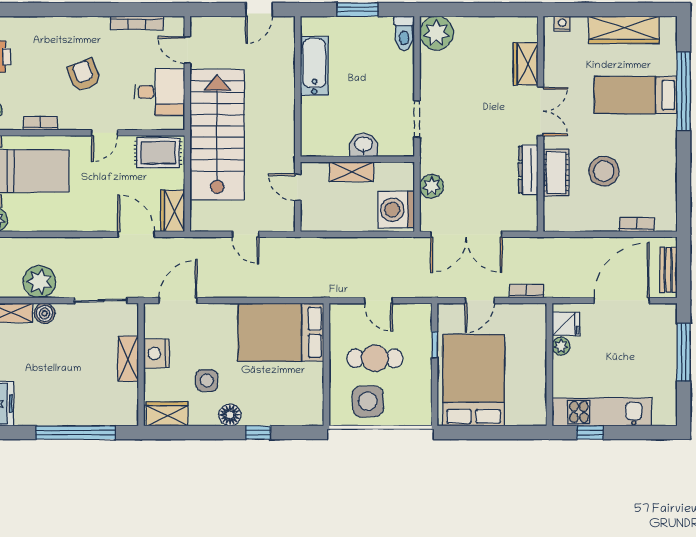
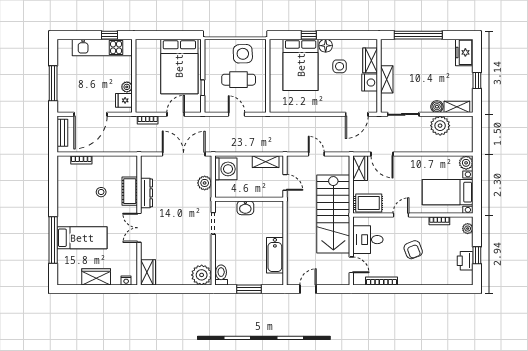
wardrobe: (624, 30) -> (96, 277), width x0.67
wardrobe: (526, 64) -> (148, 272), moved
stool: (604, 171) -> (101, 192), width x0.53, depth x0.53
shelving: (352, 172) -> (266, 162), moved
bed: (281, 332) -> (301, 65), moved, turned 90
wardrobe: (167, 414) -> (370, 60), moved, turned 90

